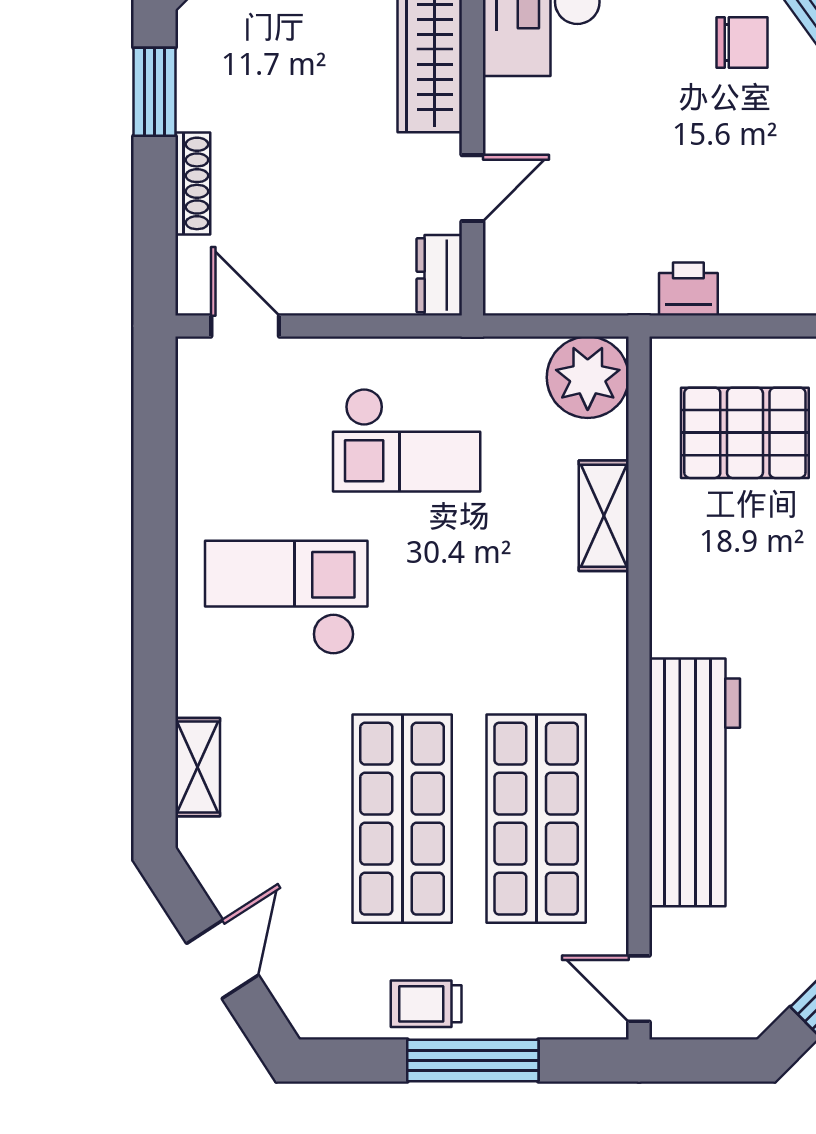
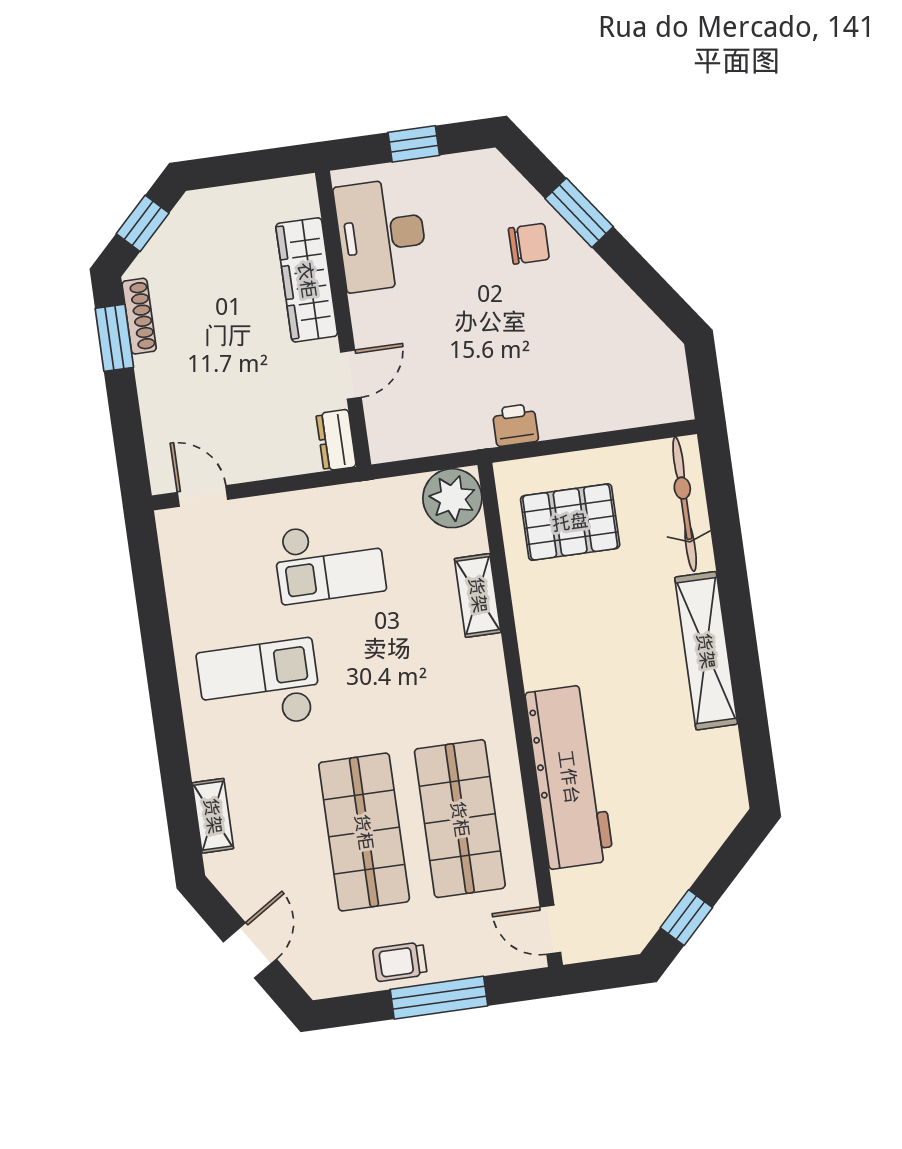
shoe rack: (193, 183) -> (139, 316), moved

